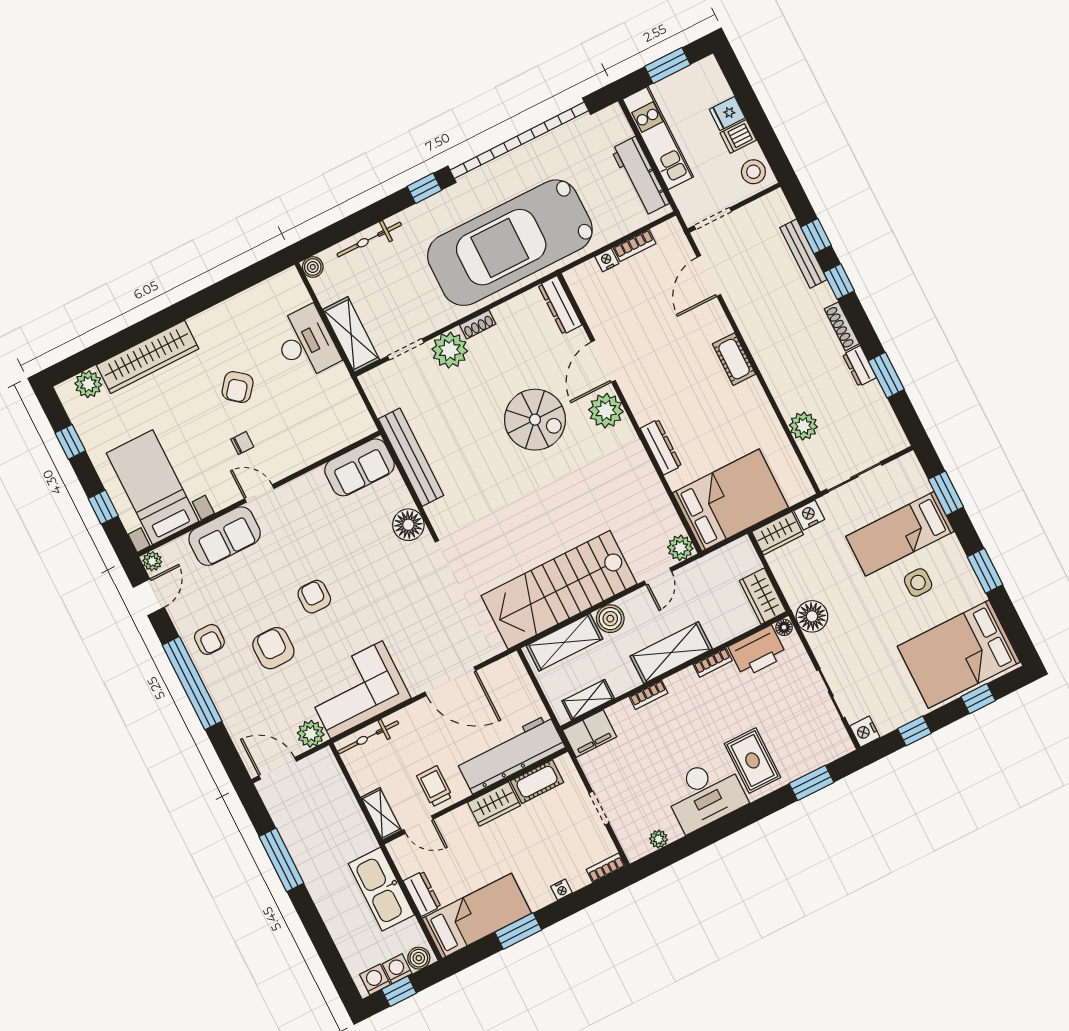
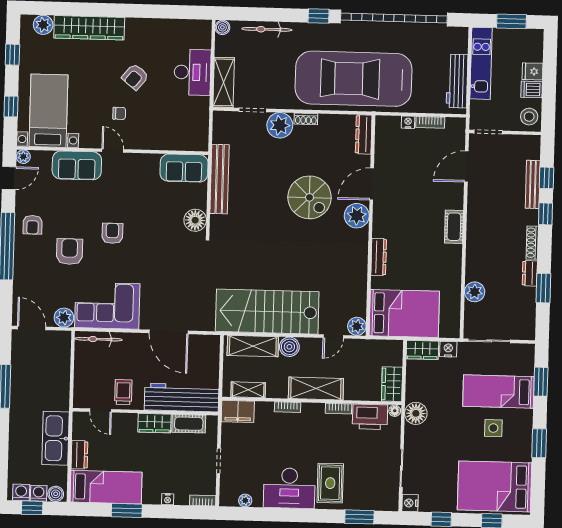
shelving: (381, 814) -> (81, 391), removed

